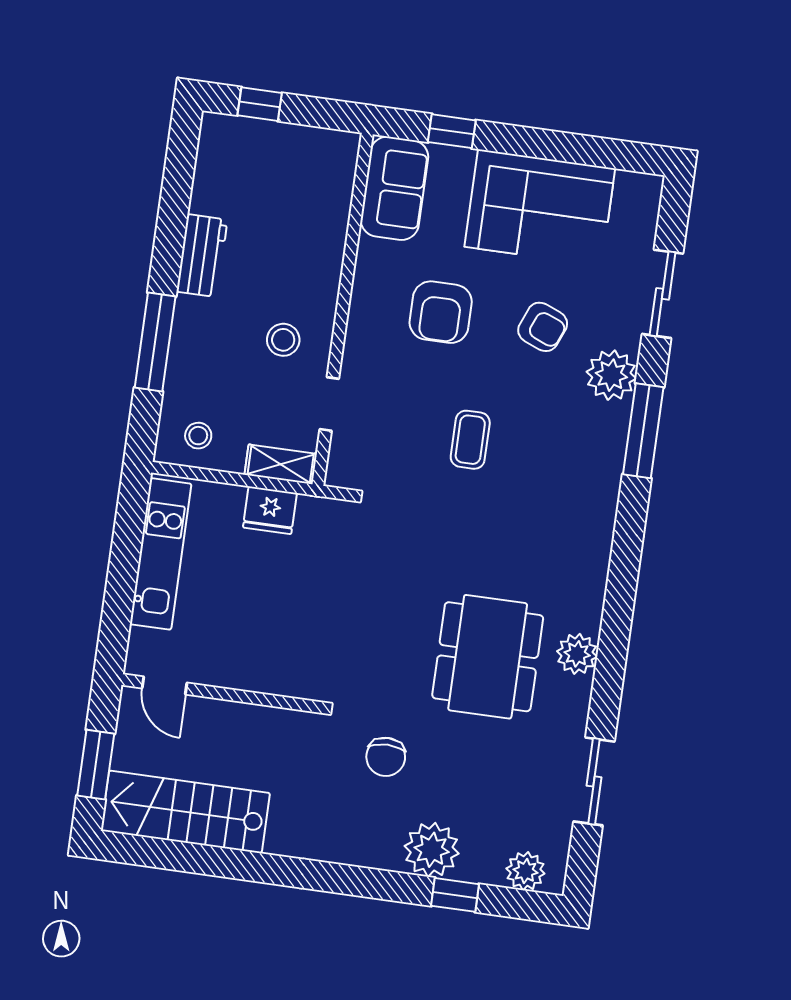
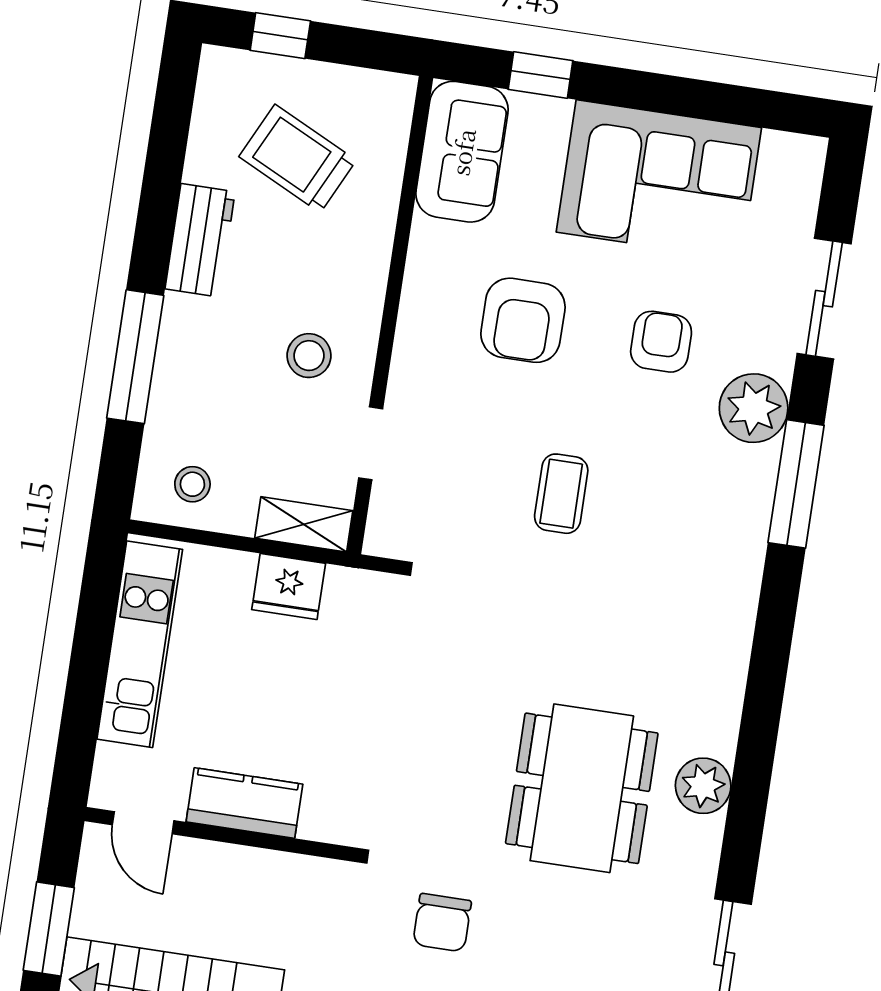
trolley: (273, 195) -> (298, 158), added
armchair: (543, 327) -> (661, 342), turned -112
kitchen counter: (239, 670) -> (244, 803), added

